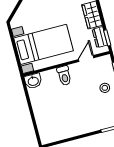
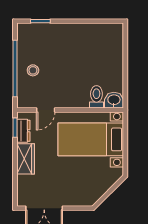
toilet: (64, 76) -> (96, 97), moved

